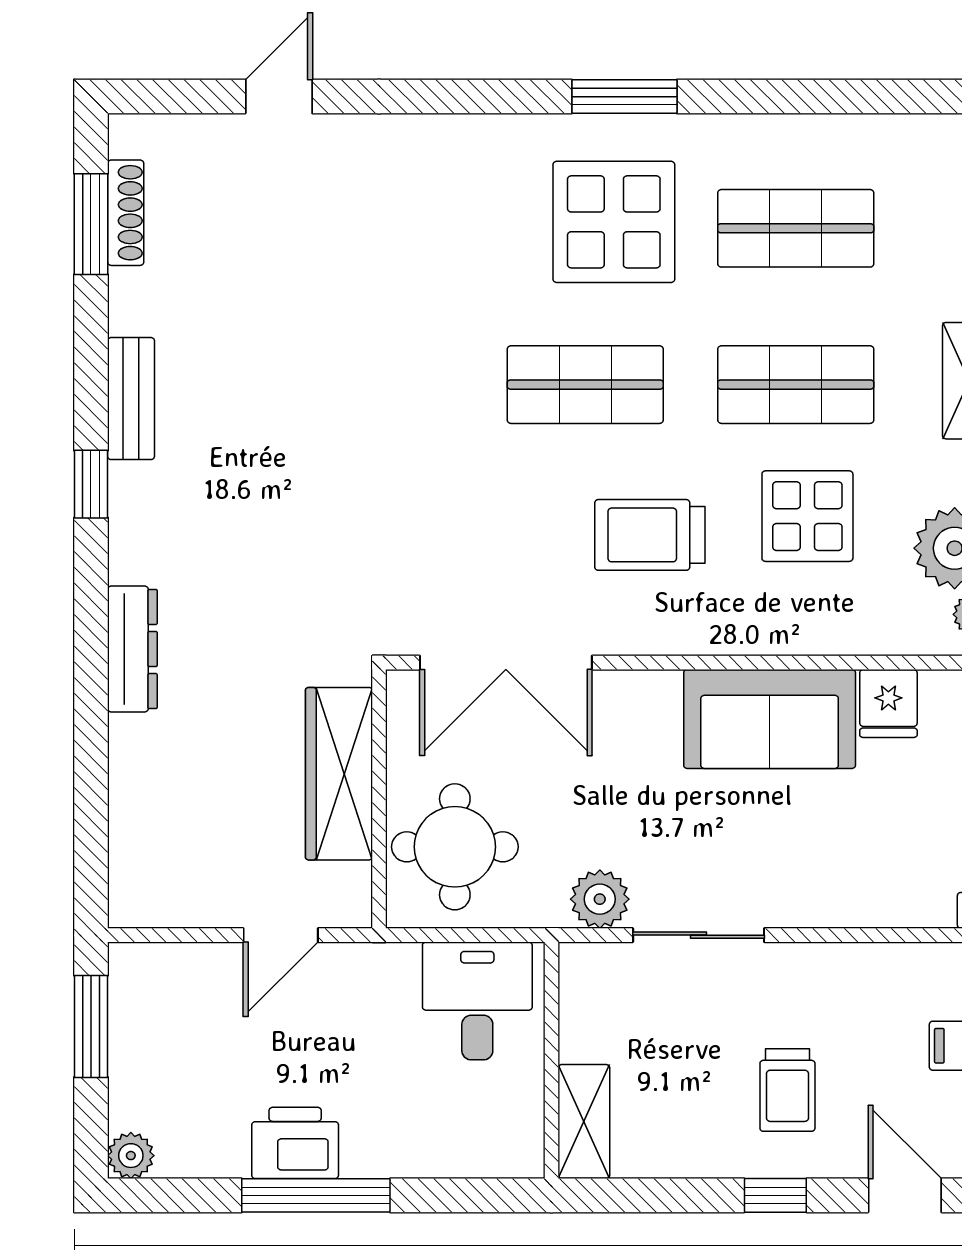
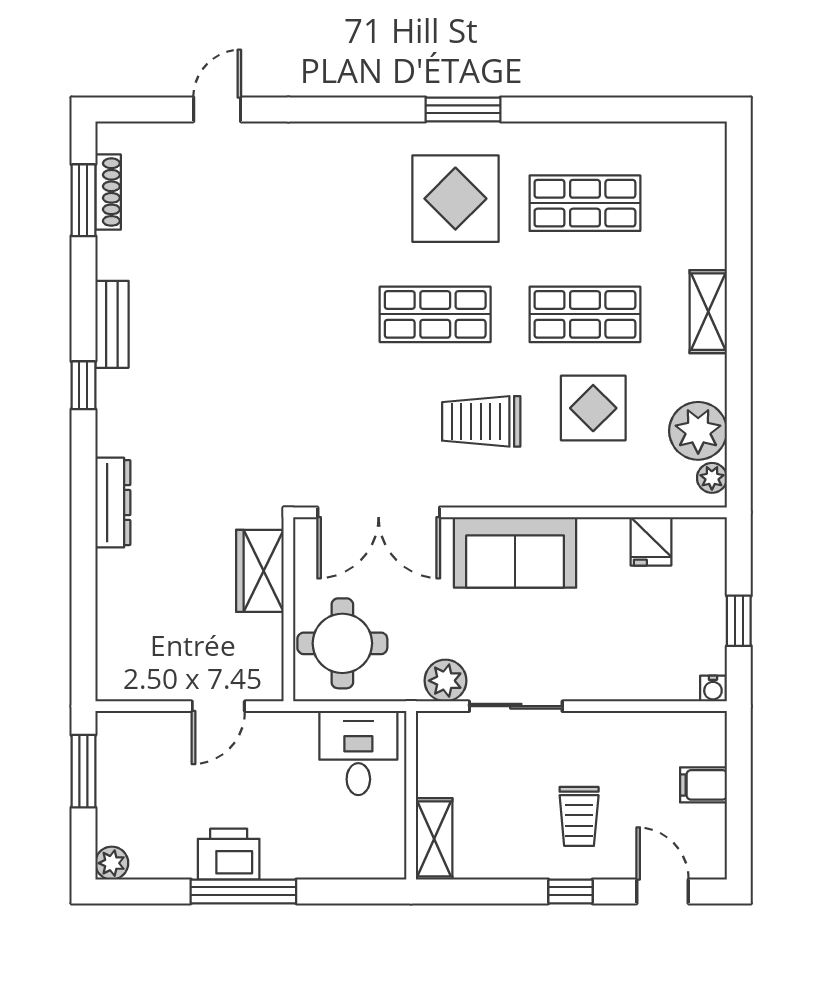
sofa: (770, 719) -> (515, 552), moved
wardrobe: (339, 774) -> (260, 571), width x0.67

